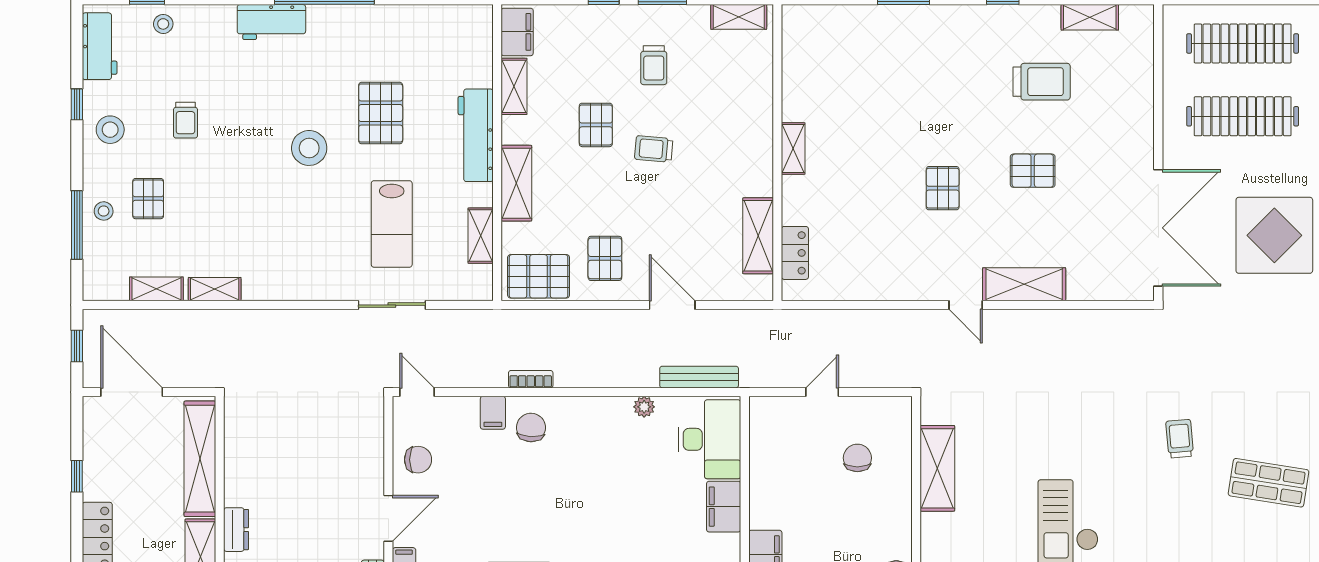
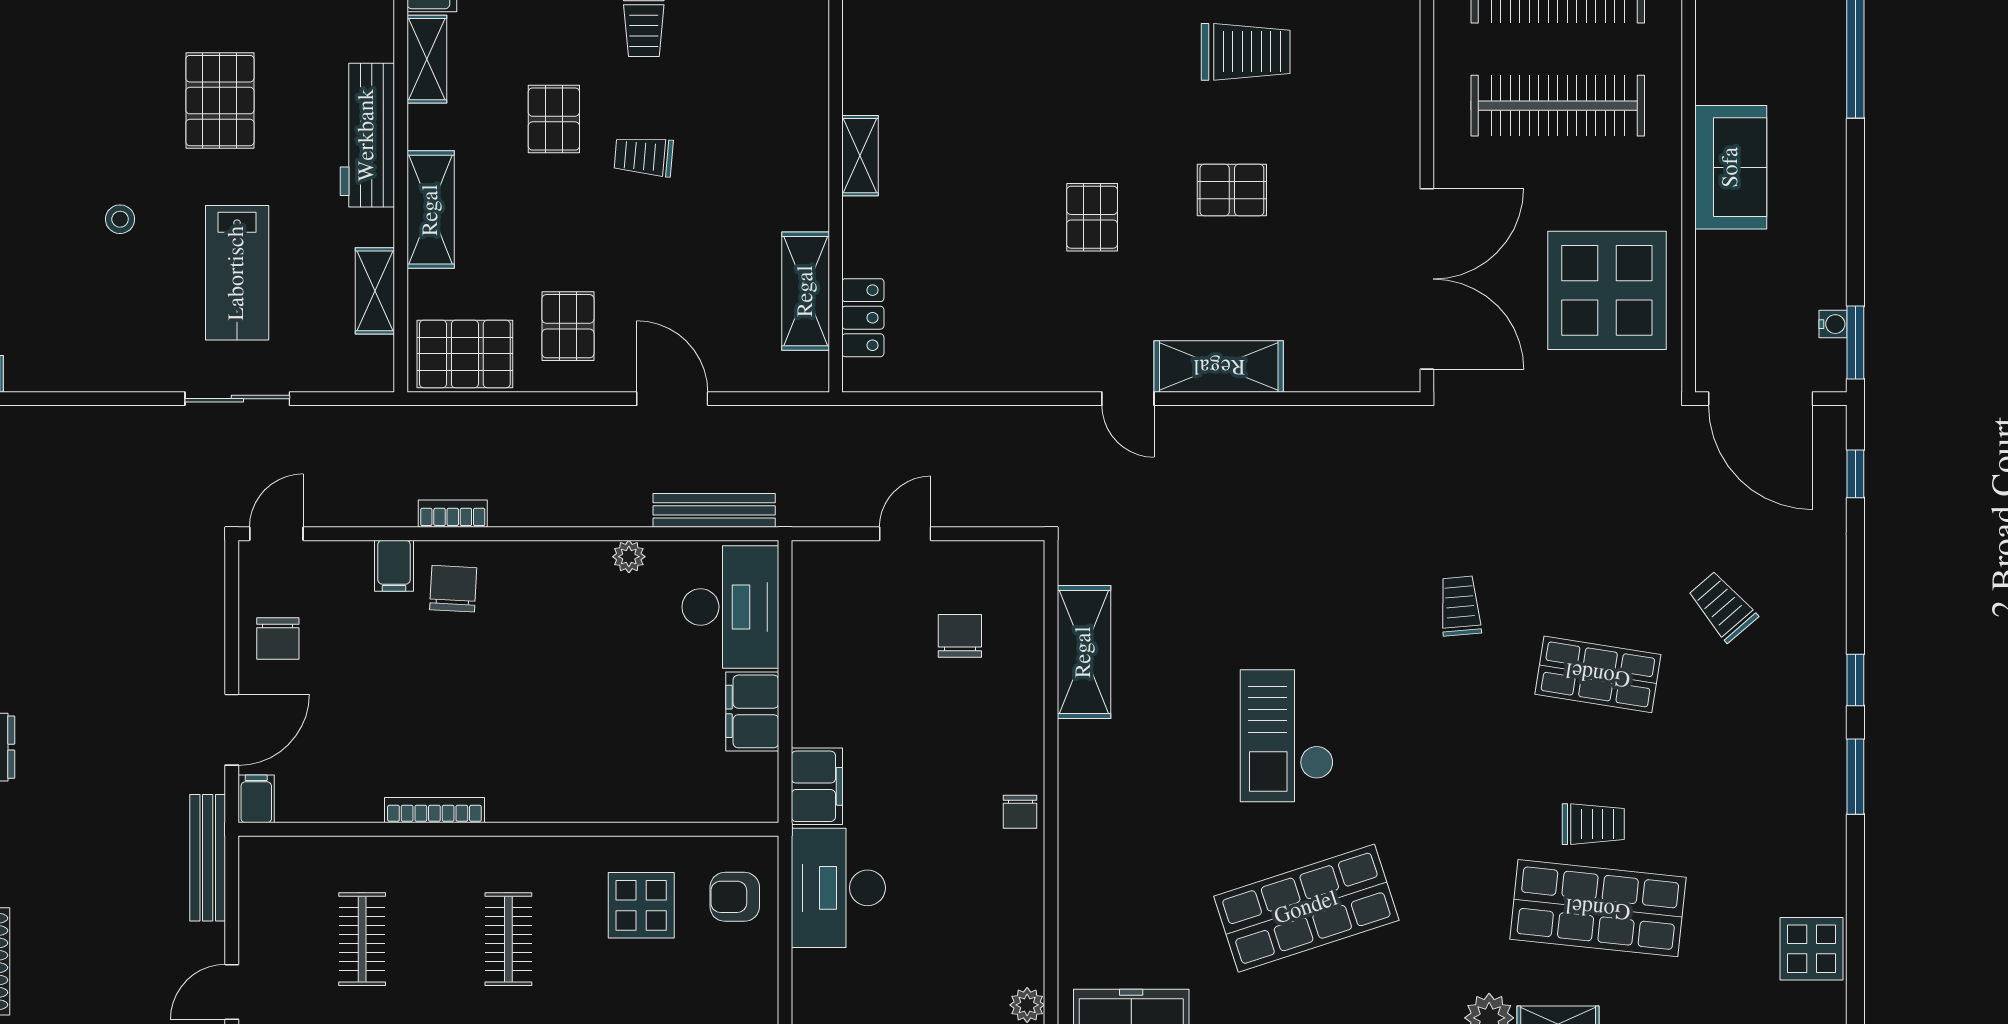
stool: (309, 148) -> (120, 219), moved, width x0.53, depth x0.53
door: (417, 392) -> (276, 534), hinge flipped
chair: (418, 460) -> (278, 639), turned 90

